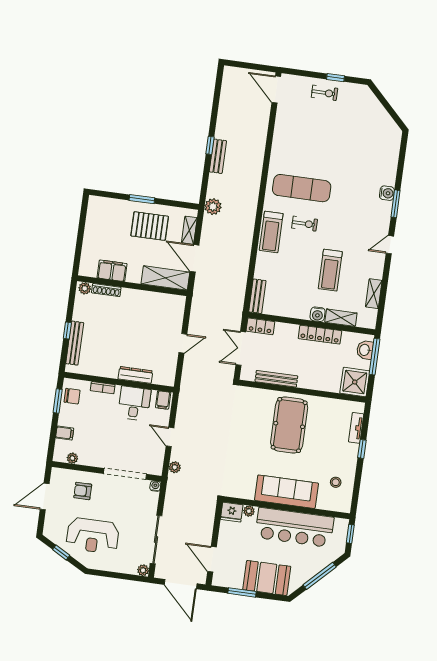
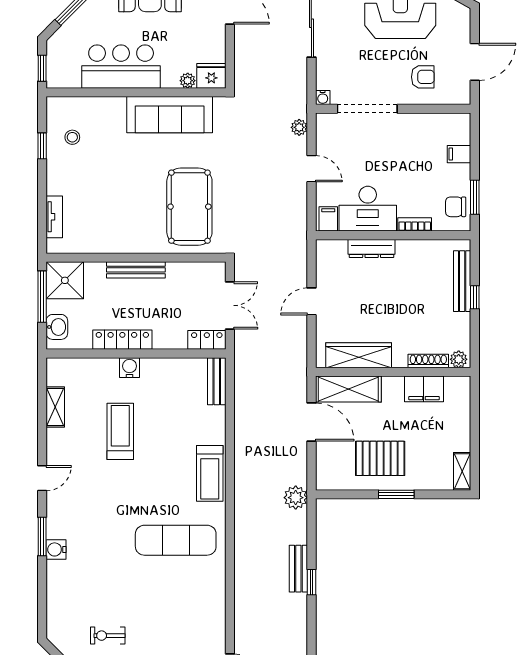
exercise bike: (305, 224) -> (108, 636), moved
shelving: (189, 230) -> (462, 471), moved
treadmill: (271, 232) -> (210, 473), turned 180
wardrobe: (155, 301) -> (359, 355), added
shelving: (341, 318) -> (96, 367), removed
window: (375, 357) -> (42, 297), moved
bench: (276, 379) -> (136, 270), moved
desk: (134, 403) -> (368, 209), width x1.37
pool table: (289, 425) -> (189, 207), moved
window: (362, 449) -> (42, 146), moved
plant: (72, 458) -> (443, 121), removed
sofa: (286, 492) -> (170, 115), moved
bar counter: (294, 527) -> (121, 67), width x0.73

